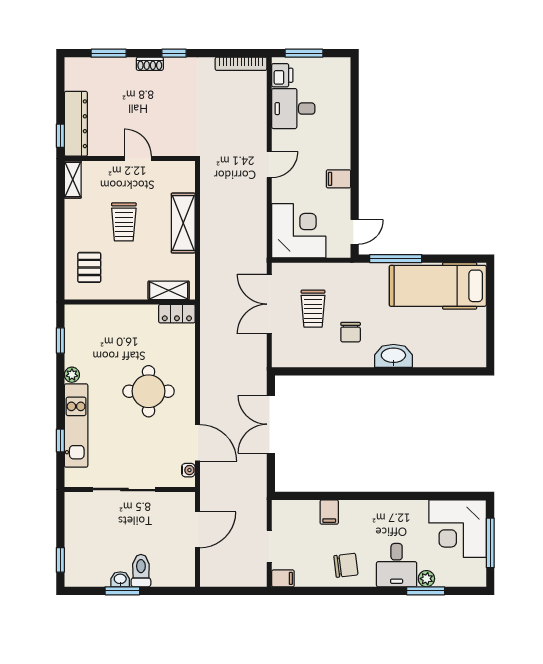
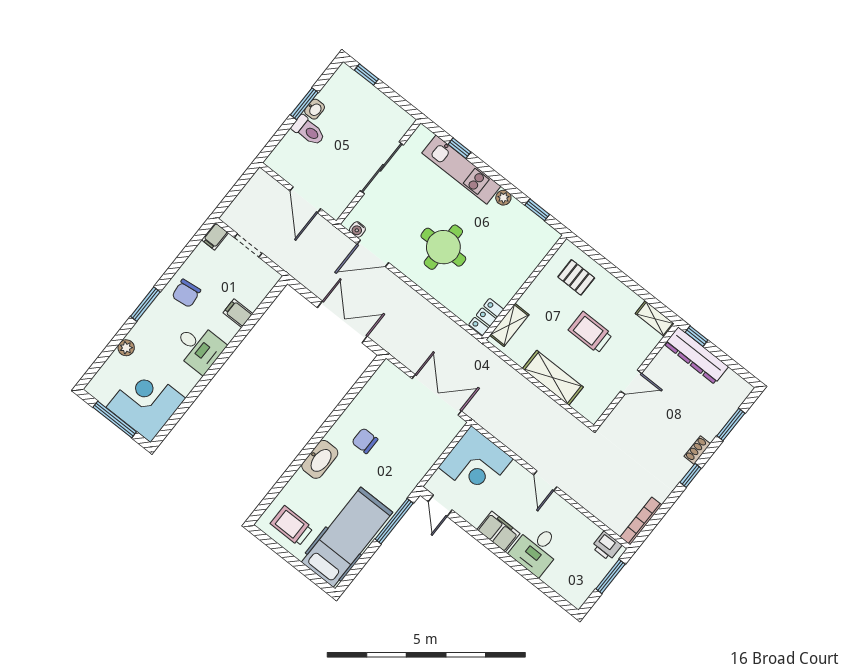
desk: (293, 109) -> (536, 549), moved, turned 180
filing cabinet: (339, 179) -> (498, 531), width x2.00
trolley: (313, 309) -> (292, 526), moved
desk: (397, 565) -> (199, 347), moved, turned 180
window: (426, 591) -> (145, 304), moved

